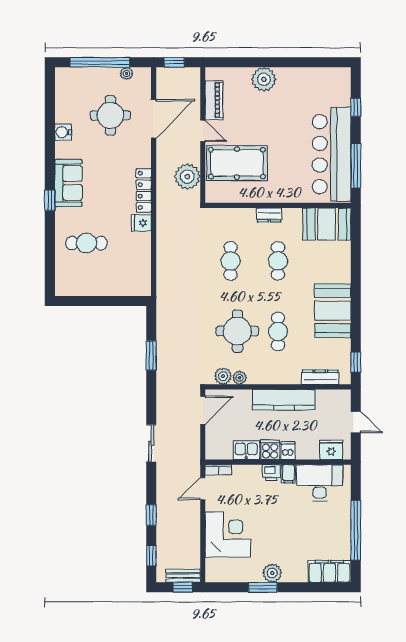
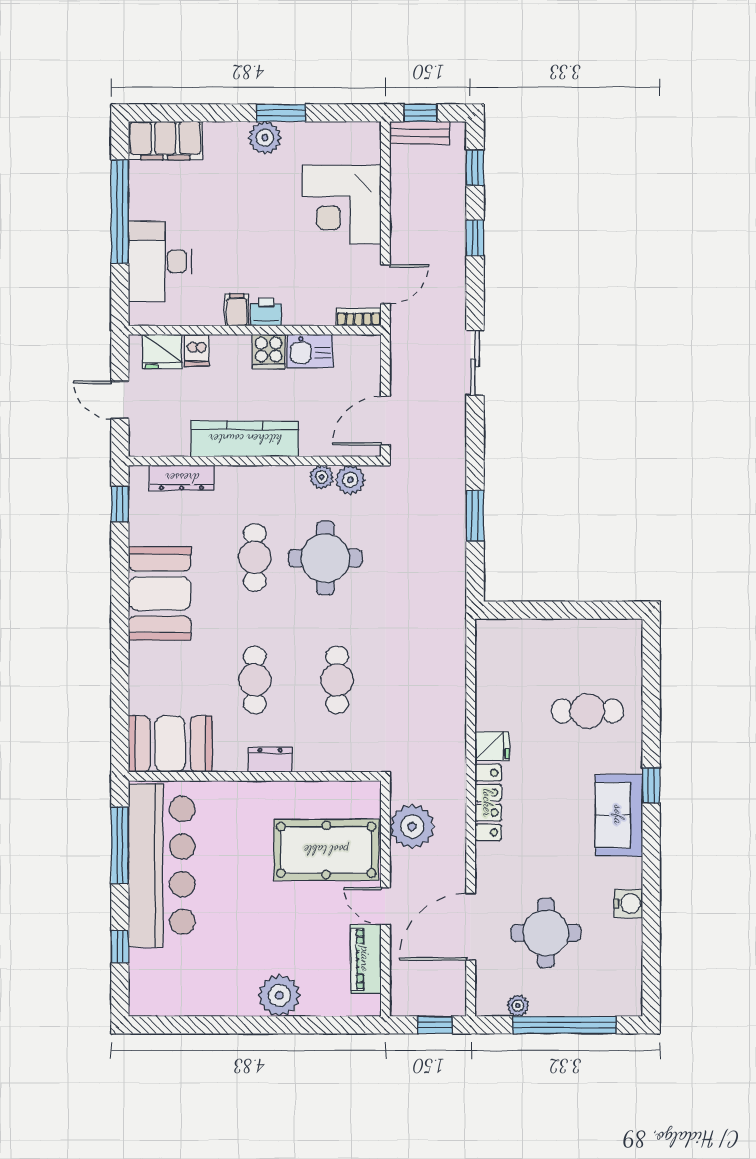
dishwasher: (288, 451) -> (197, 350), moved
desk: (320, 483) -> (160, 261), moved, turned 90

